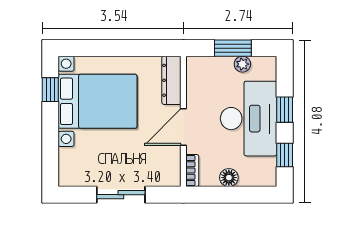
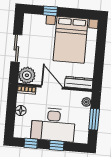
plant: (242, 64) -> (86, 102), moved
window: (50, 90) -> (50, 11), moved
plant: (166, 172) -> (27, 75), added

